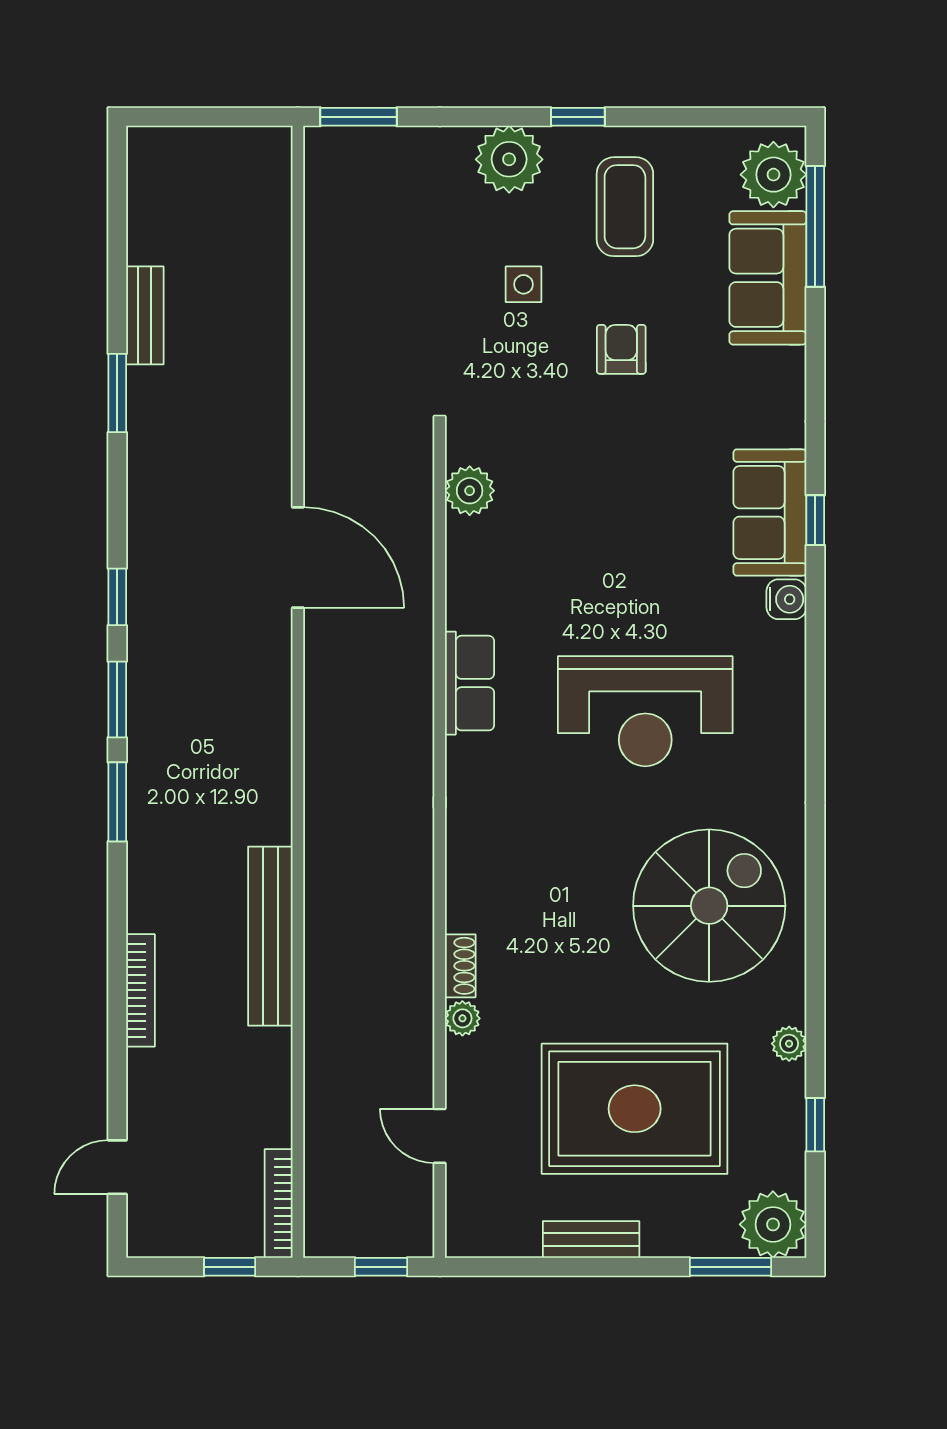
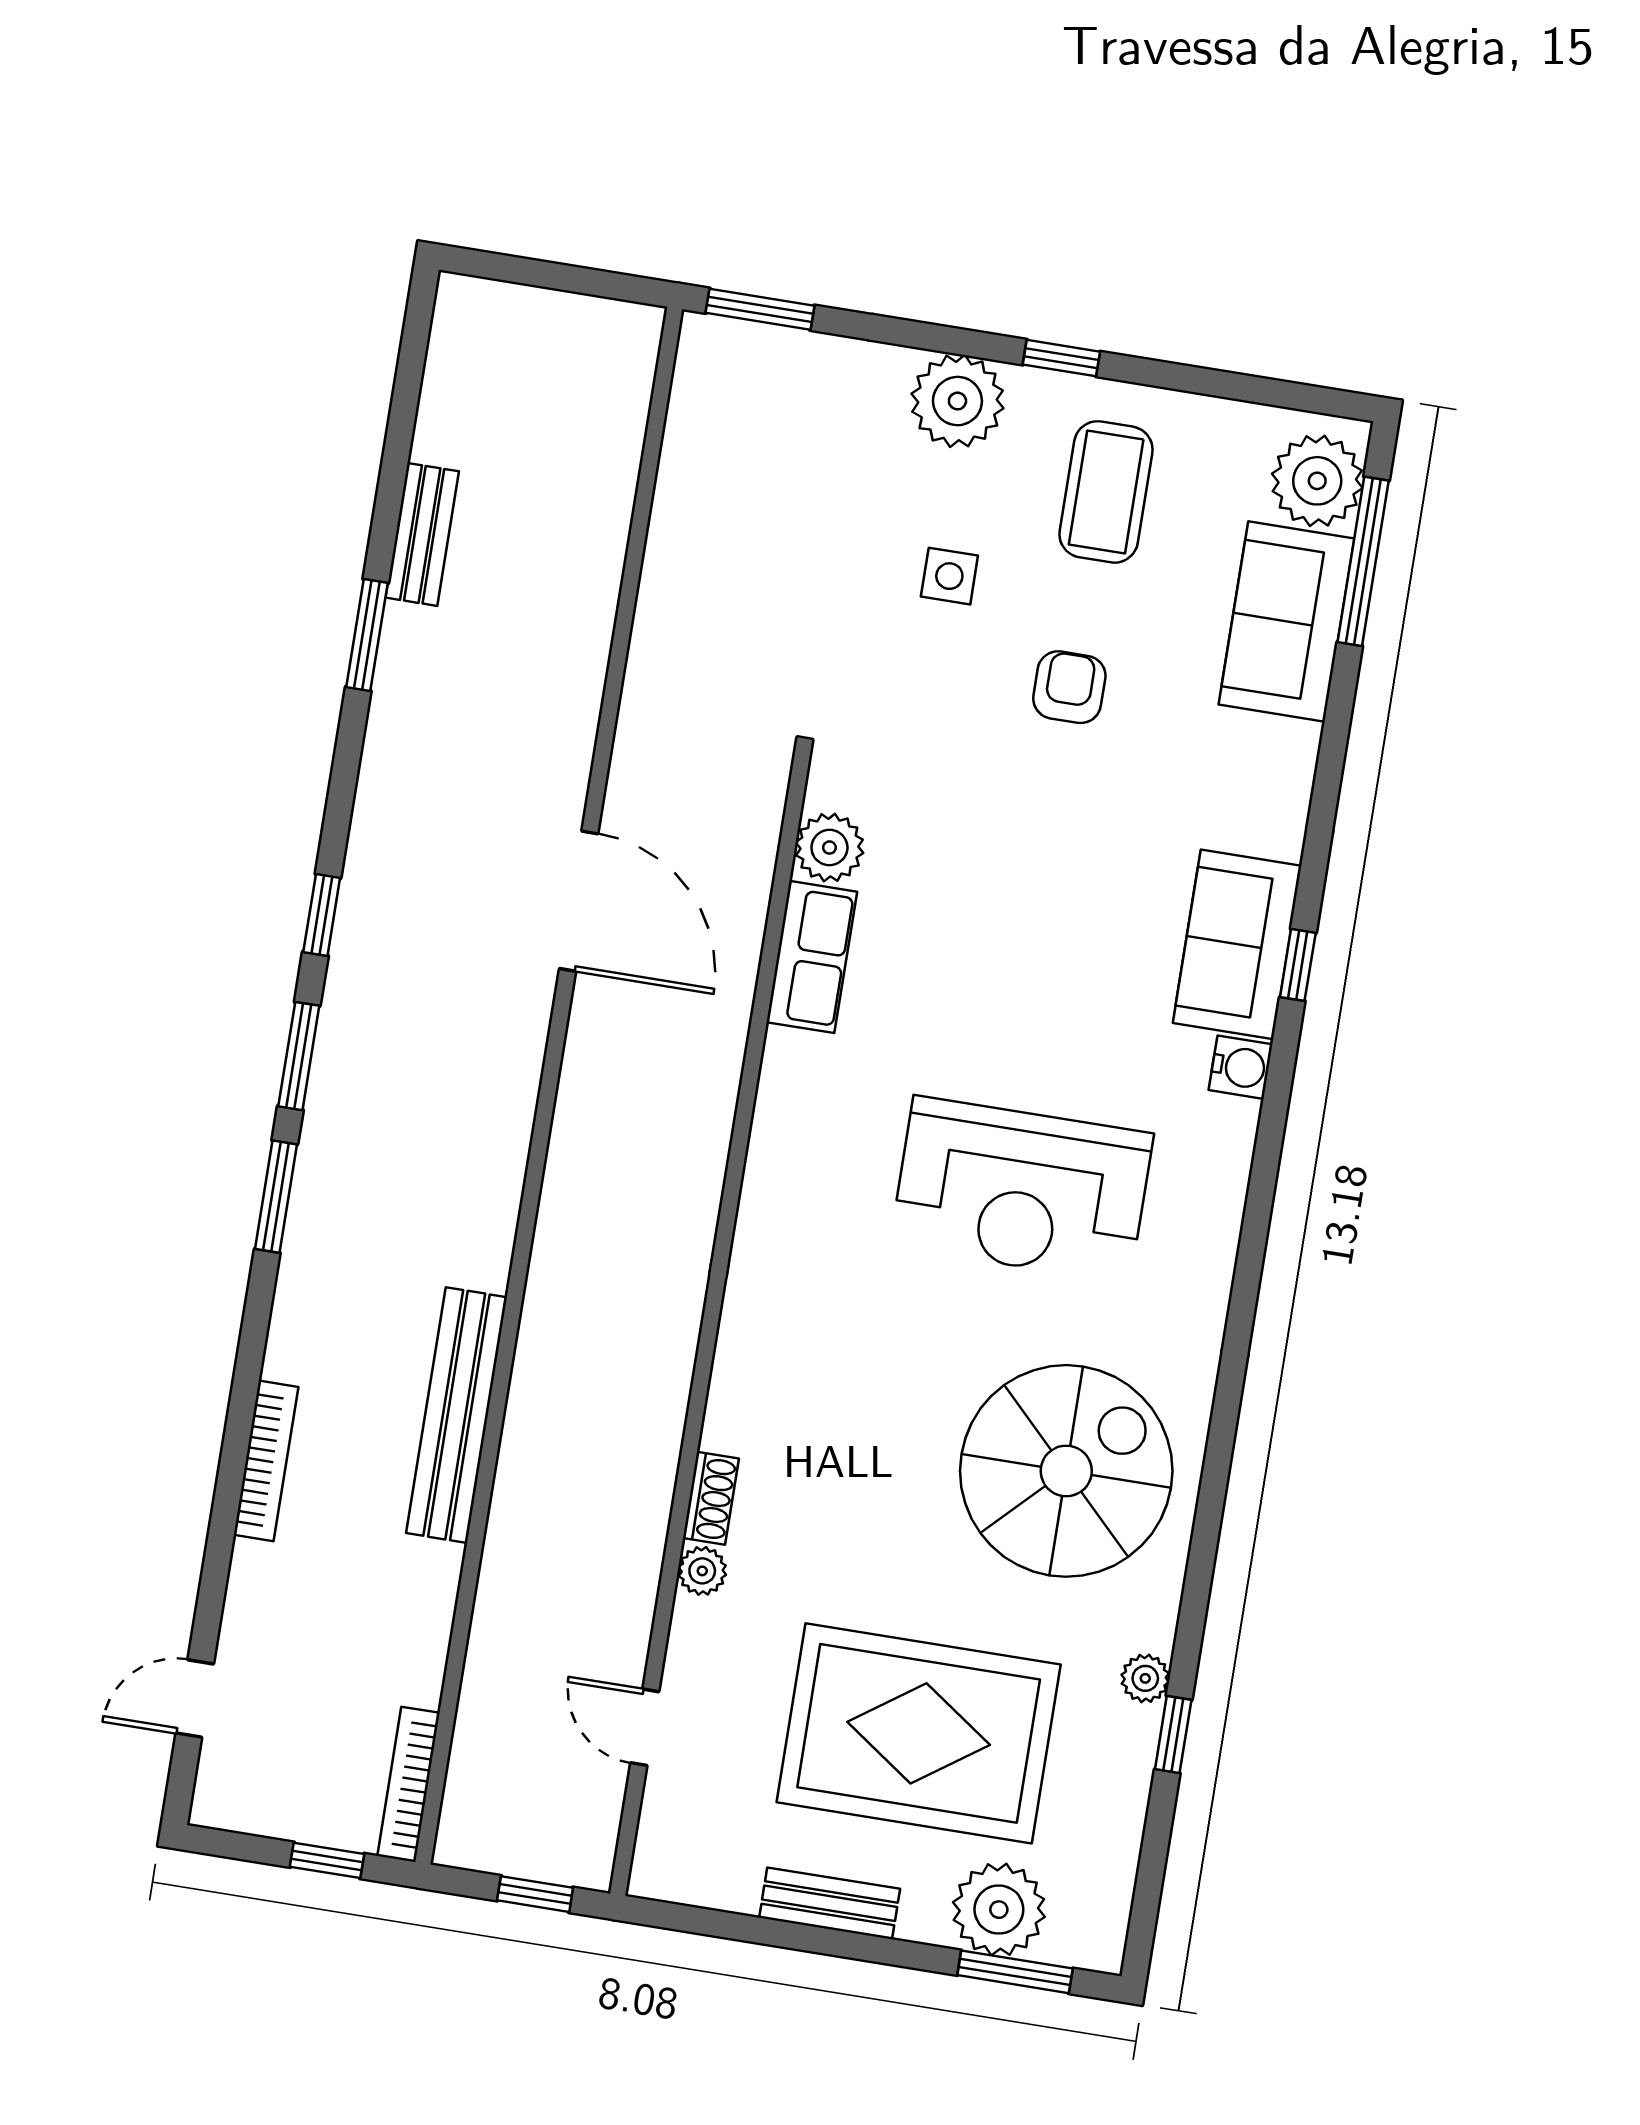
row of seats: (470, 683) -> (812, 957), moved
window: (815, 1125) -> (1173, 1735), moved
plant: (773, 1224) -> (999, 1910), moved

